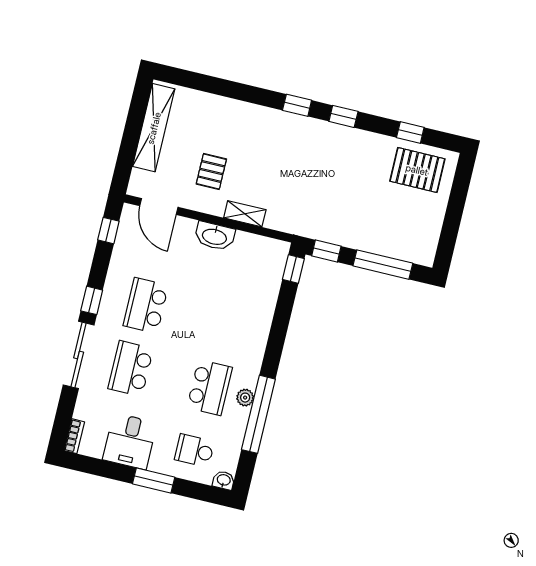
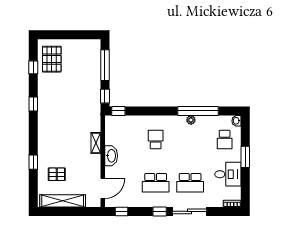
window: (297, 105) -> (33, 162), moved
pallet: (211, 171) -> (57, 174), moved
school desk: (210, 388) -> (156, 140), moved, width x0.54

